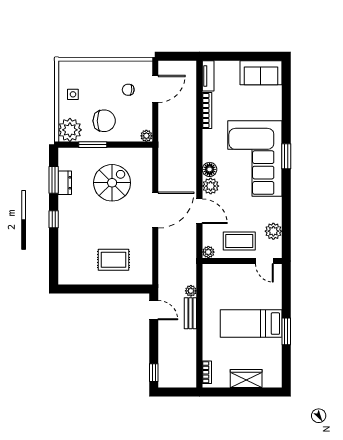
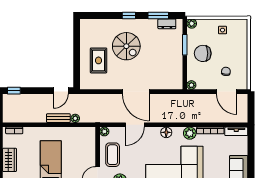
chair: (104, 121) -> (203, 53), turned 90
plant: (70, 130) -> (192, 24), width x0.53, depth x0.53
dresser: (65, 183) -> (167, 24), moved
spiral stairs: (112, 183) -> (126, 46), moved
plant: (211, 186) -> (190, 133), moved

